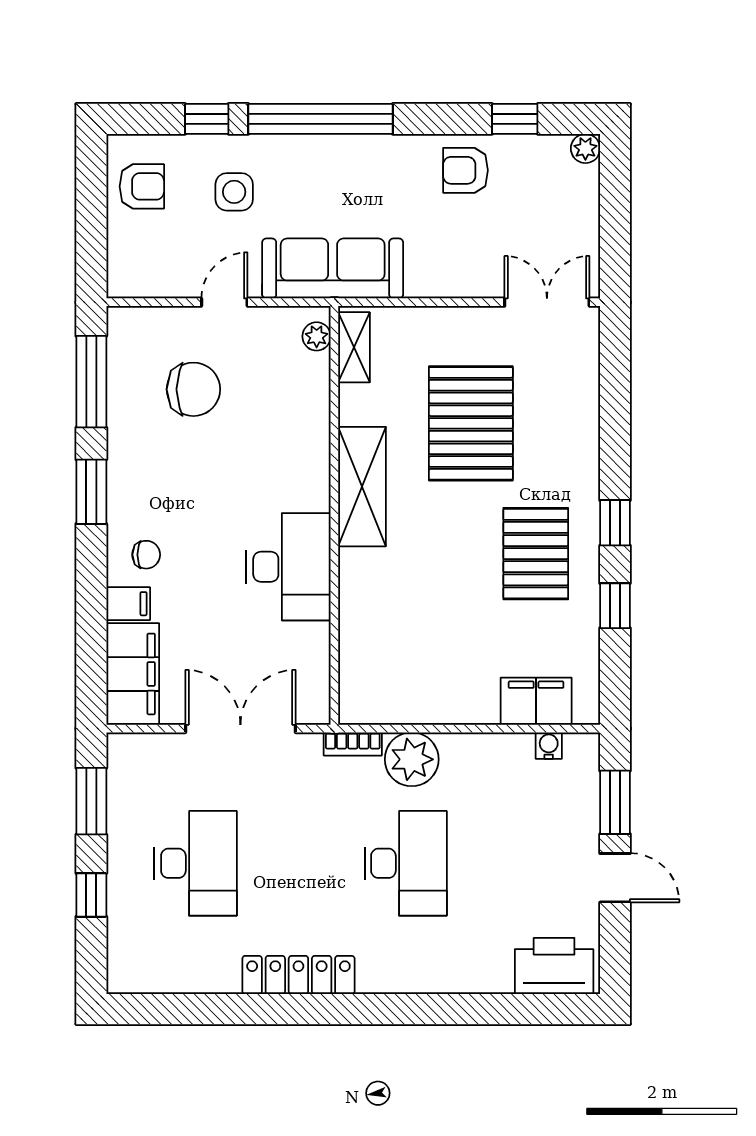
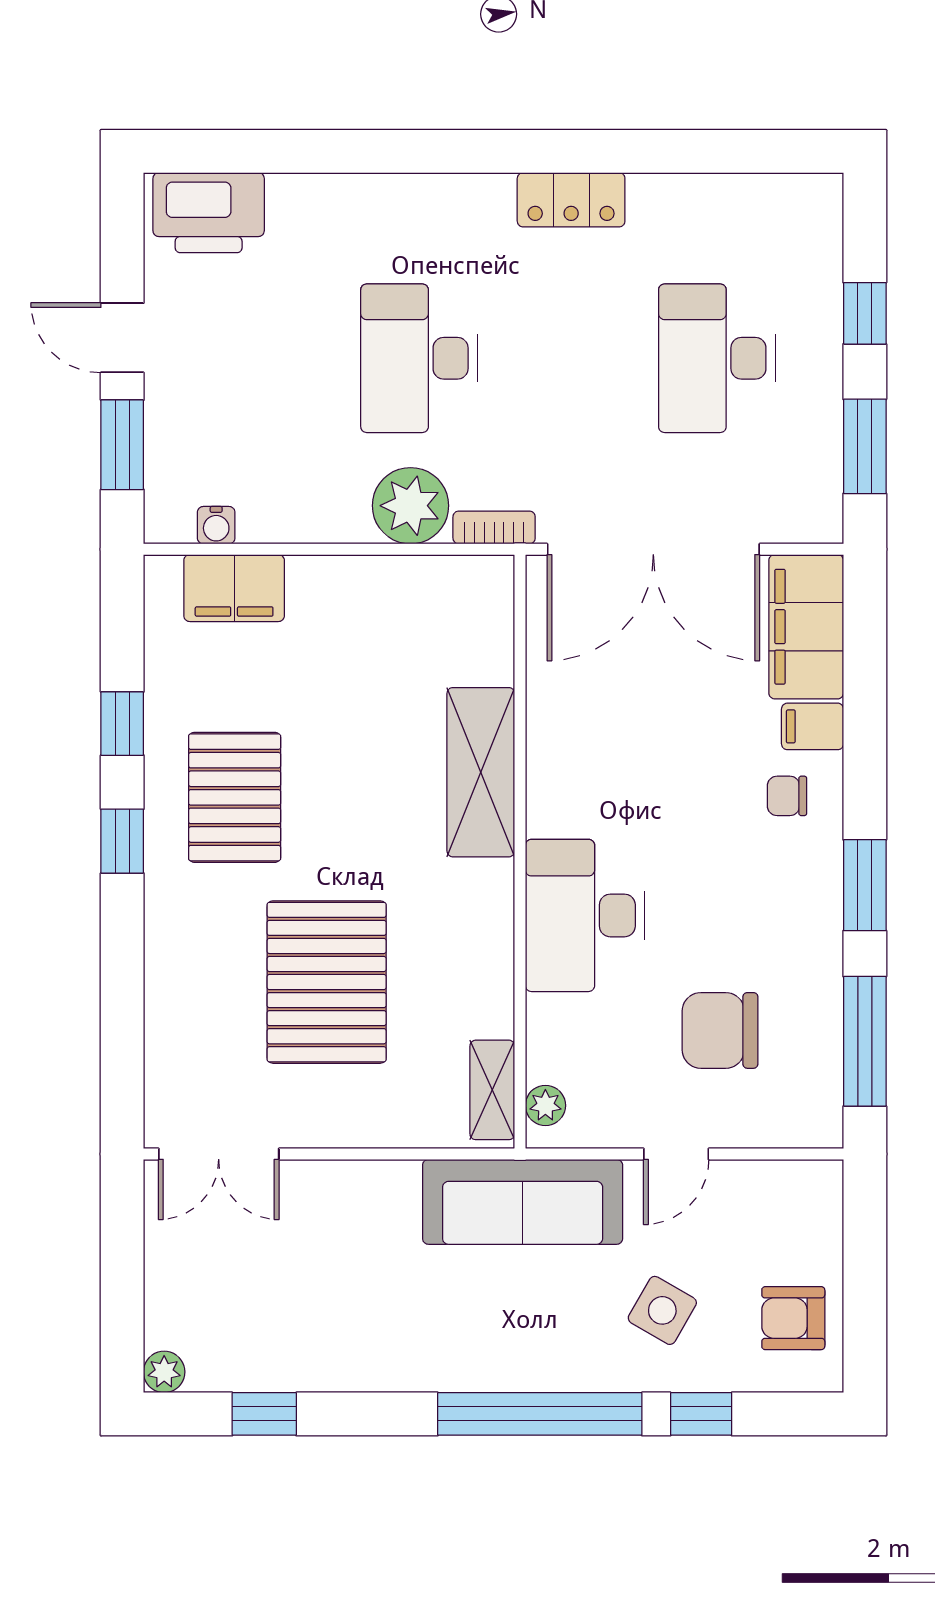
armchair: (466, 170) -> (334, 1341), removed
side table: (234, 192) -> (662, 1310), turned 30
shelving: (362, 487) -> (481, 772), moved
desk: (289, 567) -> (585, 915), moved
double door: (240, 729) -> (653, 549), width x1.36
locker: (298, 975) -> (571, 200), width x0.66

